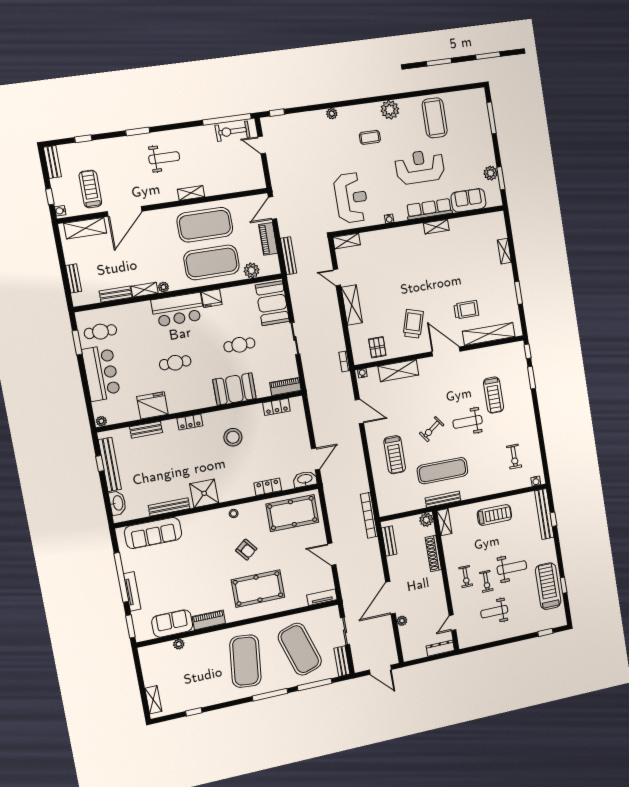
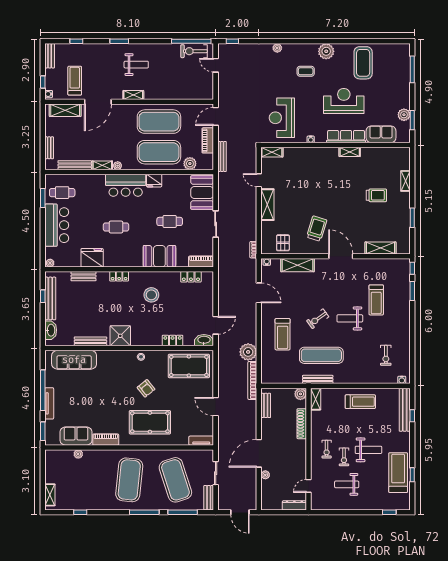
shelving: (191, 193) -> (133, 95), moved
reception desk: (351, 198) -> (282, 118), turned 180
bench: (116, 294) -> (75, 165), width x1.36
trolley: (466, 310) -> (376, 195), moved
shelving: (489, 334) -> (380, 248), width x0.68
plant: (359, 483) -> (248, 352), added

